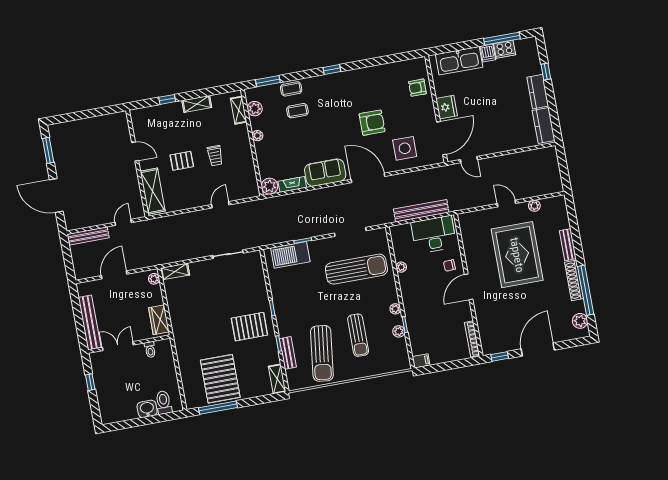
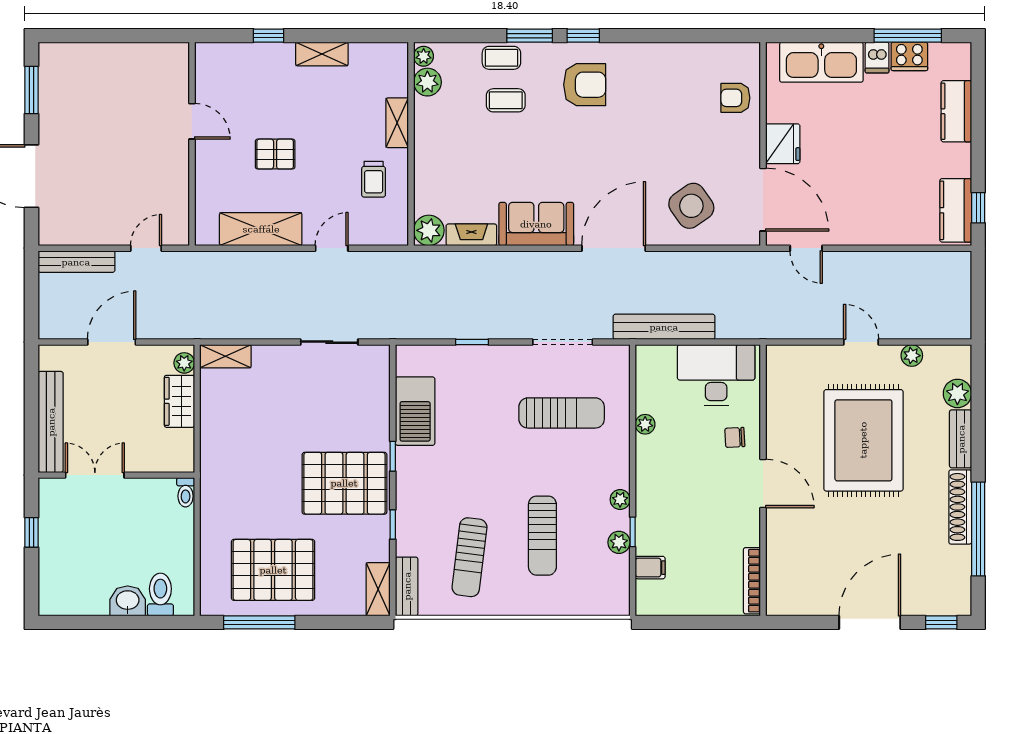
window: (546, 72) -> (978, 208), moved
window: (268, 81) -> (530, 36), moved
kitchen counter: (538, 92) -> (956, 111), moved
shelving: (239, 110) -> (397, 123), moved
armchair: (372, 123) -> (585, 85), moved
plant: (257, 136) -> (424, 56), moved
door: (442, 138) -> (763, 200), hinge flipped
side table: (405, 148) -> (691, 206), turned -35
trolley: (215, 156) -> (374, 179), moved
door: (368, 178) -> (614, 248), hinge flipped
shelving: (153, 191) -> (261, 229), moved, turned 90
bench: (421, 211) -> (664, 327), moved
barbecue: (290, 255) -> (415, 411), moved, turned -90
sun lounger: (356, 269) -> (562, 413), width x0.73, depth x0.75
door: (469, 287) -> (763, 483), swing flipped
wardrobe: (159, 320) -> (179, 401), moved
plant: (580, 321) -> (957, 393), moved
pallet: (249, 327) -> (344, 483), width x1.37, depth x1.41
toilet: (150, 350) -> (186, 492), moved
bench: (288, 353) -> (407, 586), moved
sun lounger: (322, 353) -> (470, 557), width x0.73, depth x0.75
window: (500, 356) -> (941, 622), moved
filing cabinet: (421, 361) -> (650, 568), moved
pallet: (220, 379) -> (273, 570), turned 90

